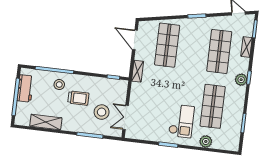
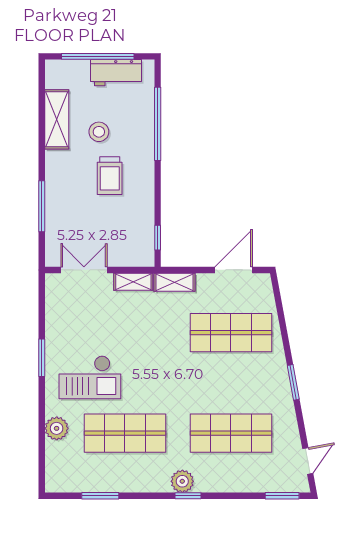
shelving: (246, 47) -> (133, 282), moved
stool: (59, 85) -> (99, 132), moved
stool: (102, 112) -> (88, 223), removed

